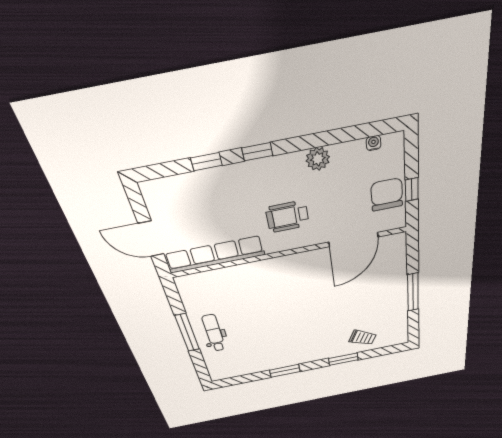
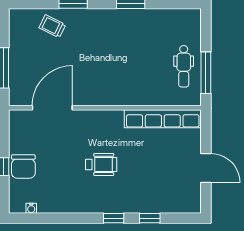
plant: (318, 159) -> (72, 205), removed
door: (353, 240) -> (52, 108), moved
wall: (289, 252) -> (105, 108), moved
row of seats: (215, 255) -> (163, 119), moved

